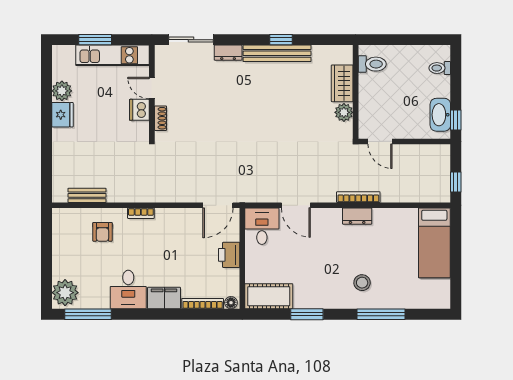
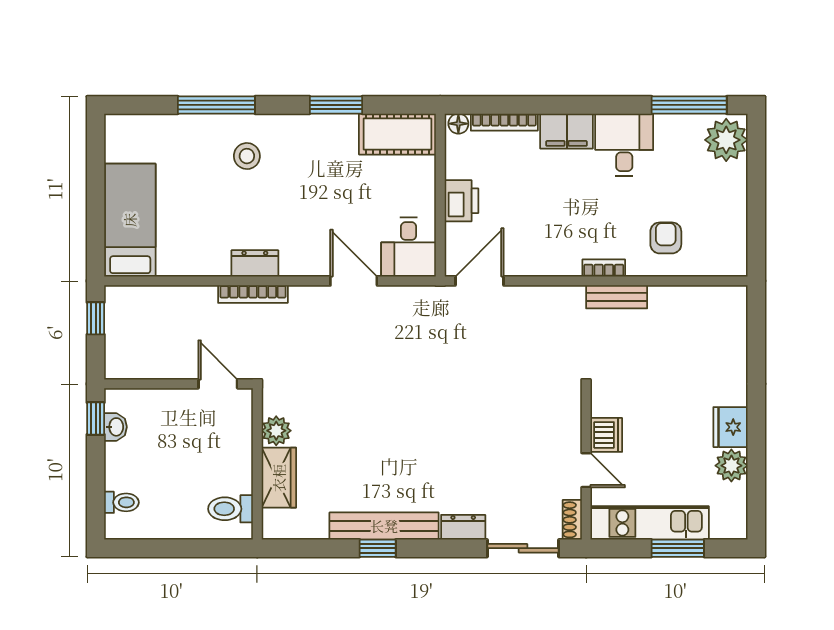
washbasin: (440, 115) -> (115, 427), width x0.52, depth x0.69
shoe rack: (161, 118) -> (572, 520), moved
bench: (87, 195) -> (617, 297), moved

